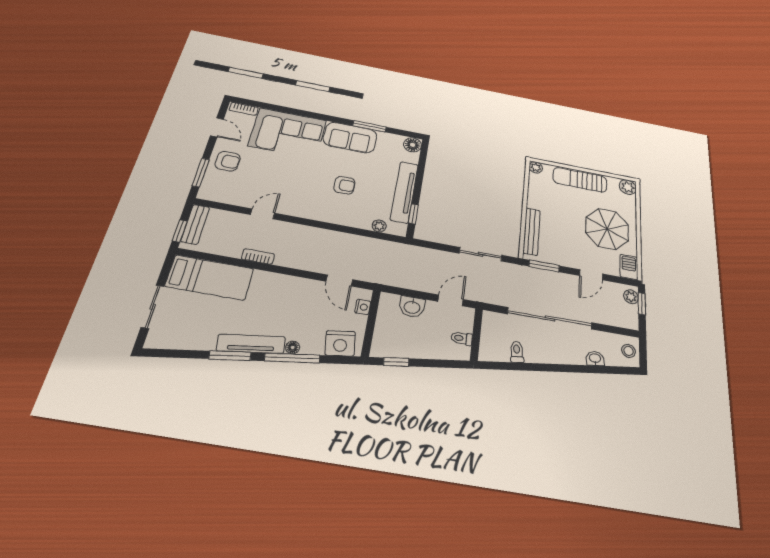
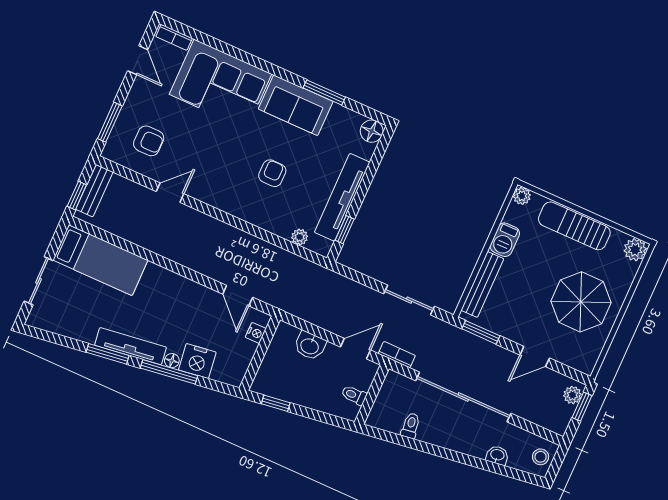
armchair: (228, 161) -> (149, 141), moved
armchair: (344, 185) -> (272, 173), turned -88
bookcase: (258, 256) -> (397, 355), moved
barbecue: (629, 267) -> (505, 240), moved, turned 180
nightstand: (340, 343) -> (197, 361), moved

